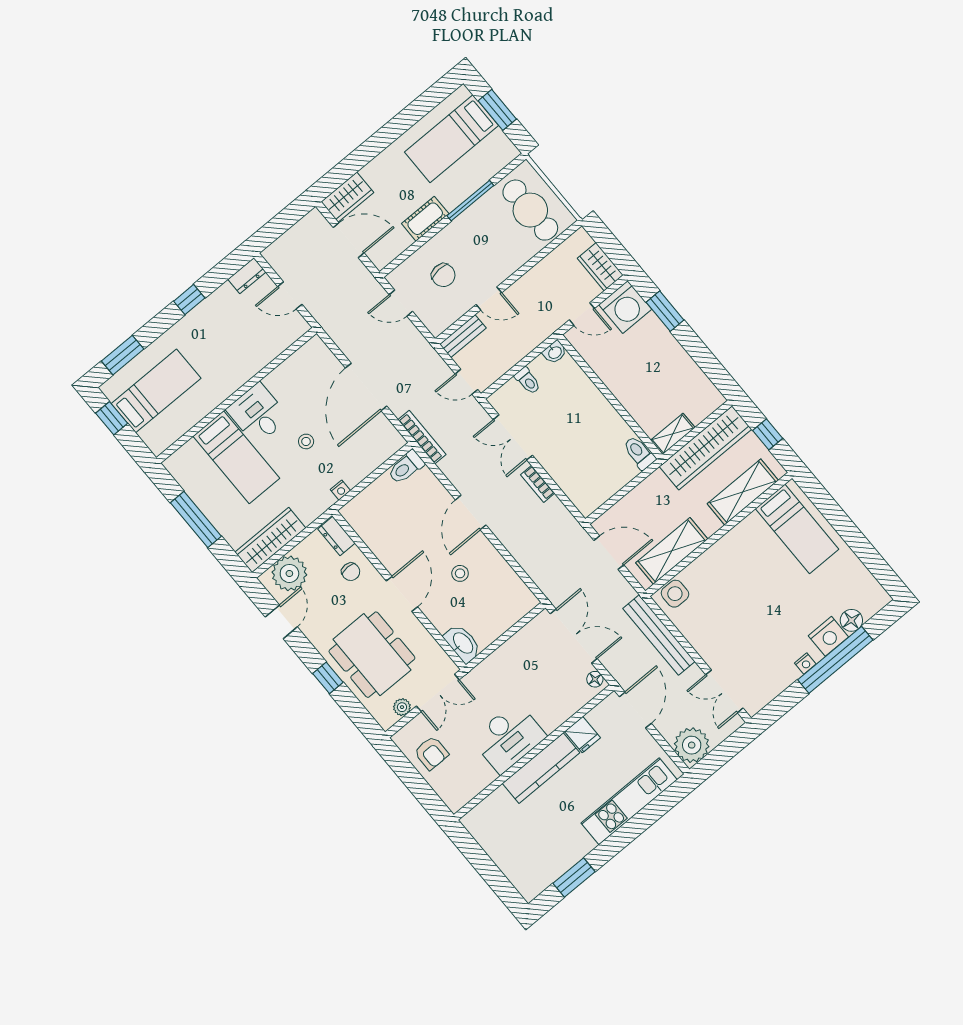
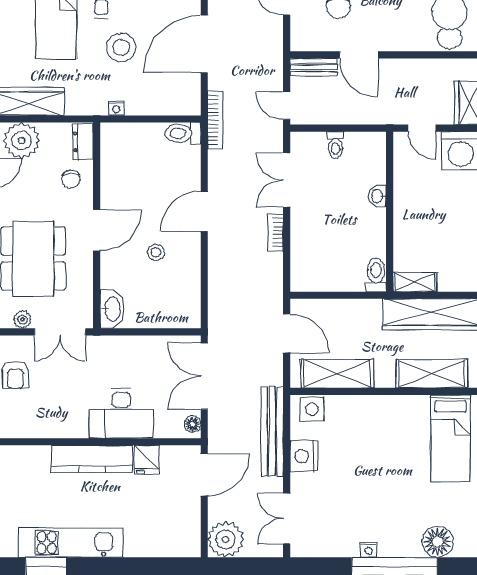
door: (489, 299) -> (359, 55), width x1.38
washbasin: (555, 352) -> (378, 196), moved, turned 90
stool: (306, 441) -> (121, 47), width x1.89, depth x1.89
floor lamp: (851, 620) -> (438, 542), width x1.38, depth x1.38
double door: (574, 636) -> (204, 376), swing flipped
nightstand: (828, 636) -> (304, 456), moved, turned 90
desk: (509, 738) -> (121, 413), moved
kitchen unit: (629, 801) -> (71, 543), moved

